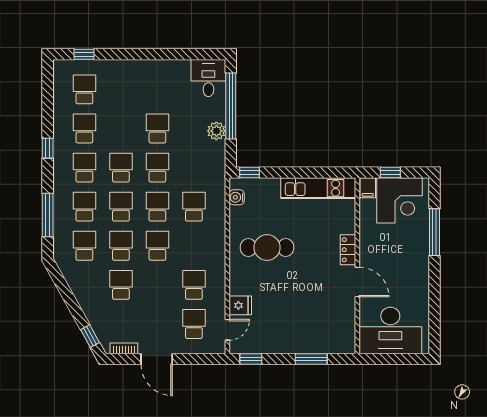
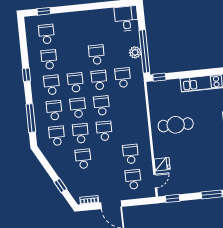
window: (231, 106) -> (144, 51), moved
water cooler: (237, 197) -> (153, 94), removed
school desk: (194, 207) -> (123, 78), moved
window: (90, 336) -> (60, 185), moved

